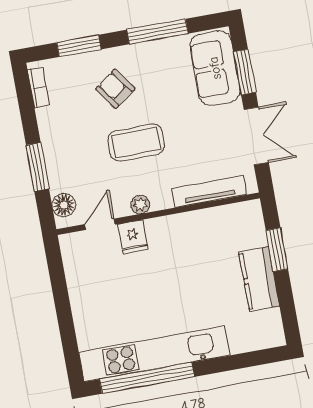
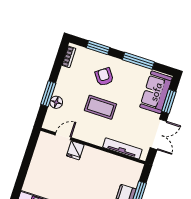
floor lamp: (64, 205) -> (56, 102), moved
plant: (140, 205) -> (87, 137), removed

